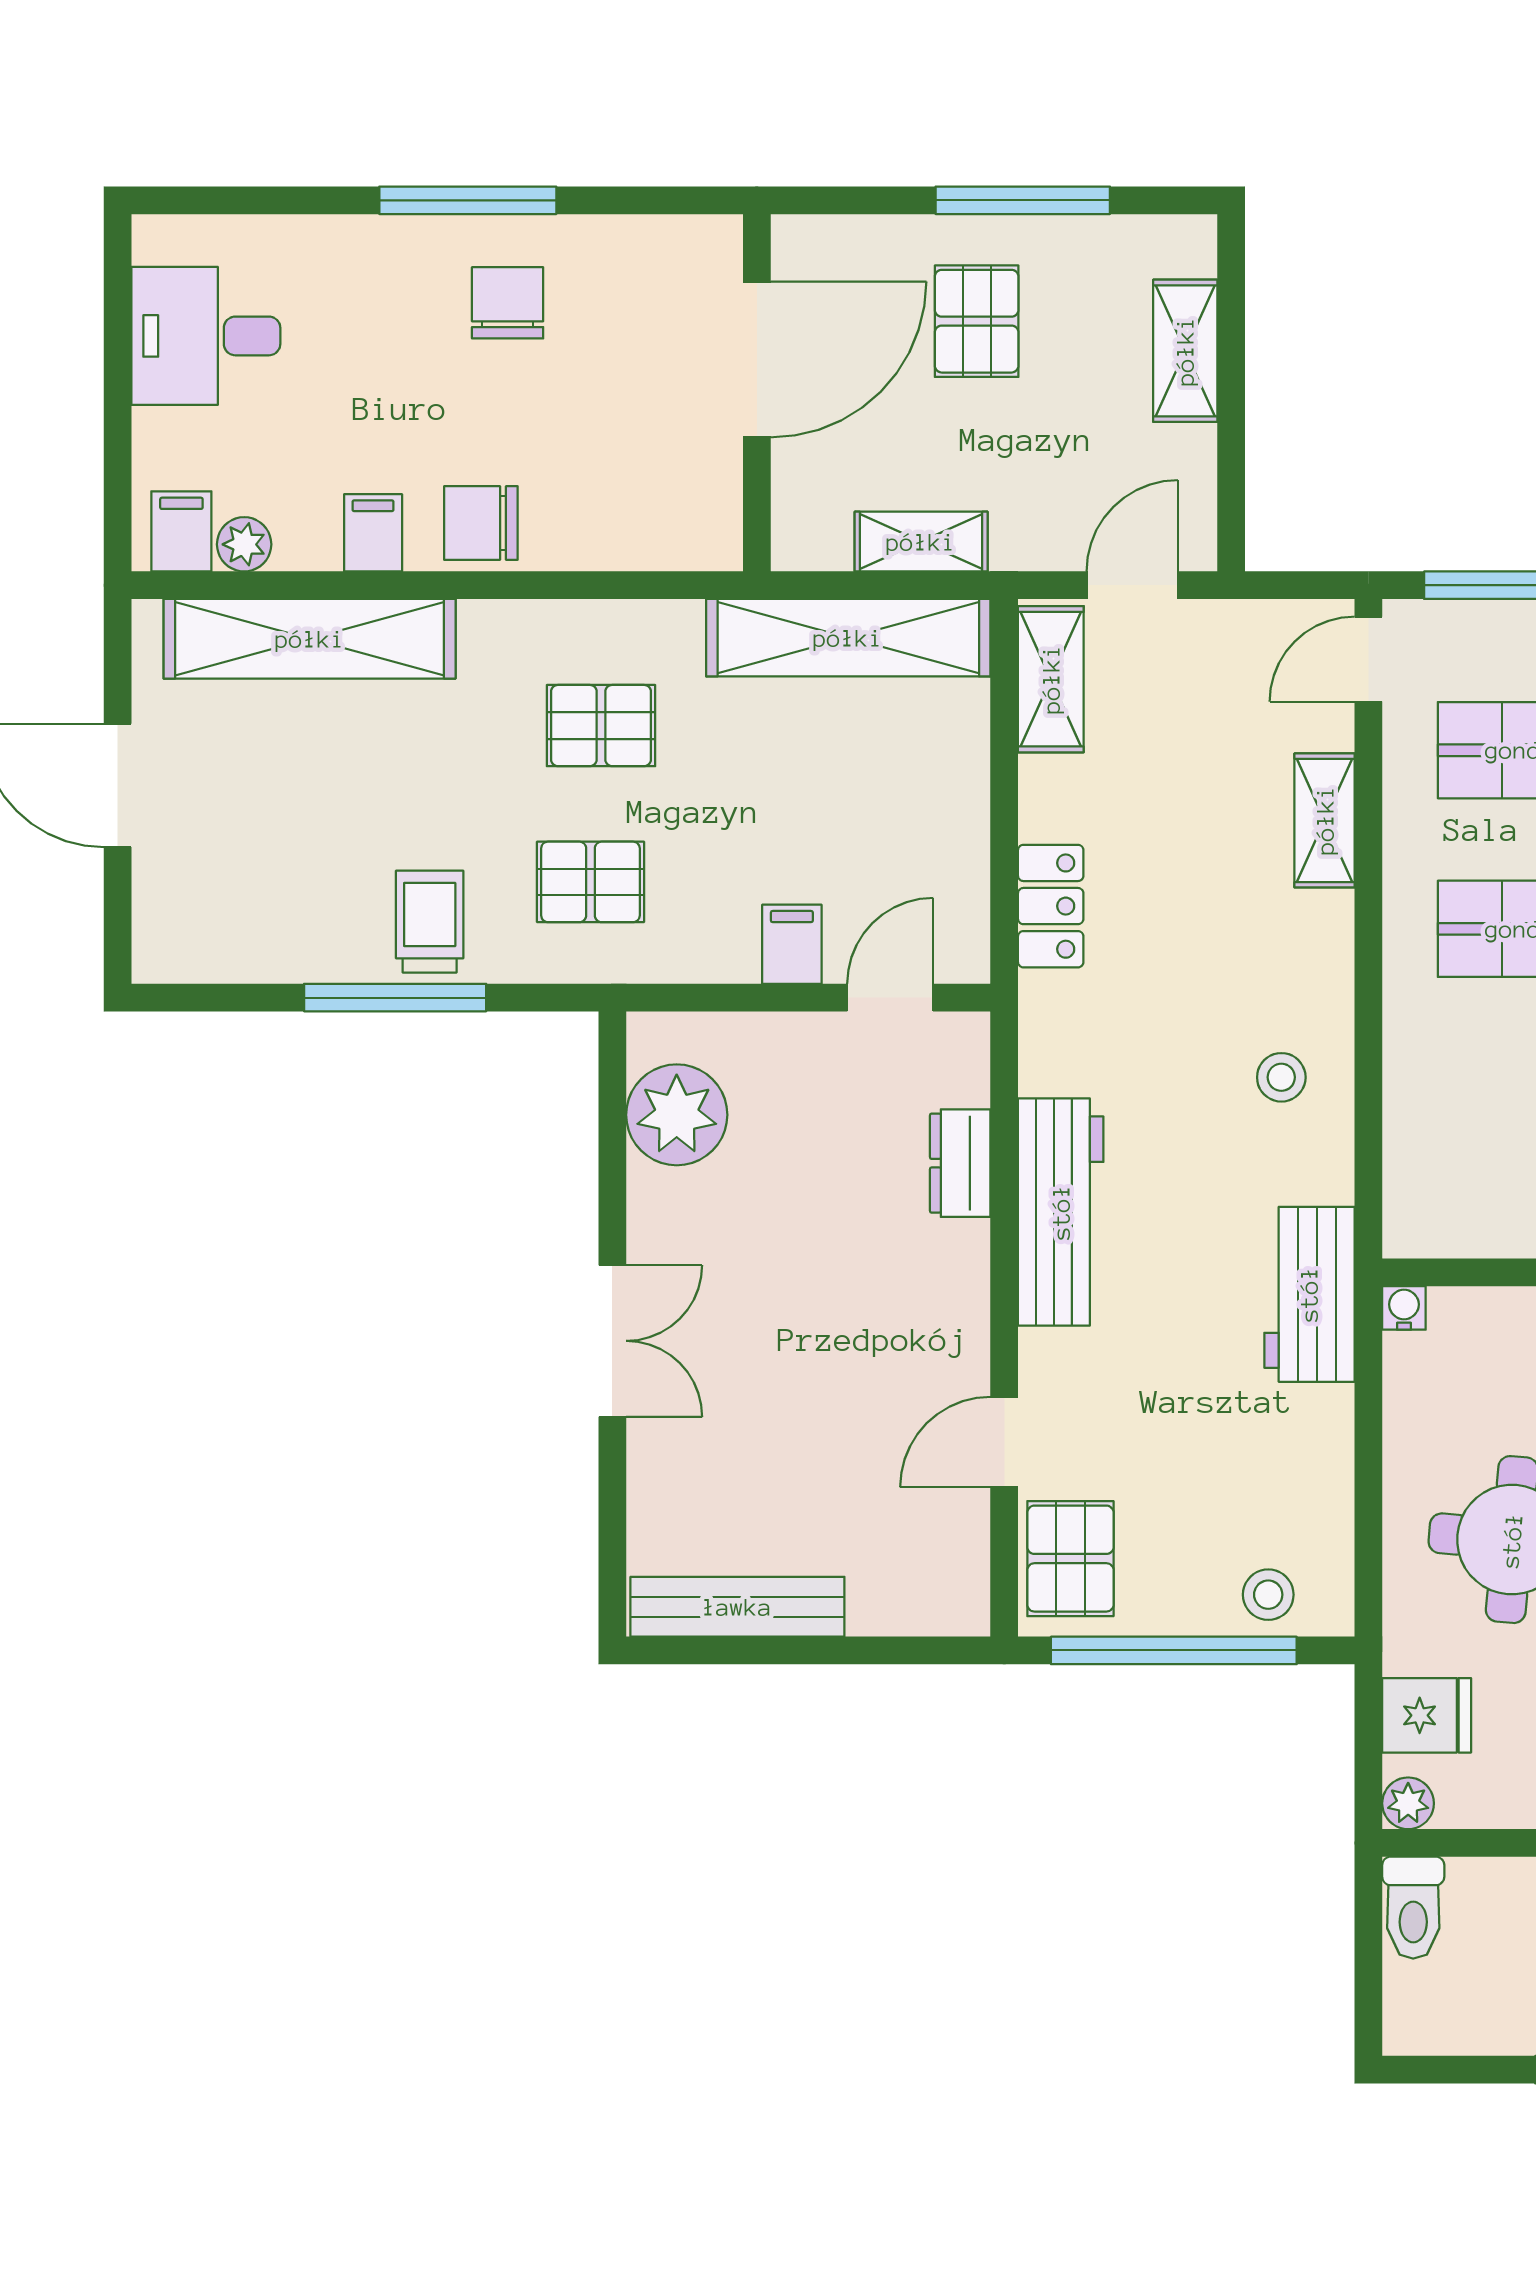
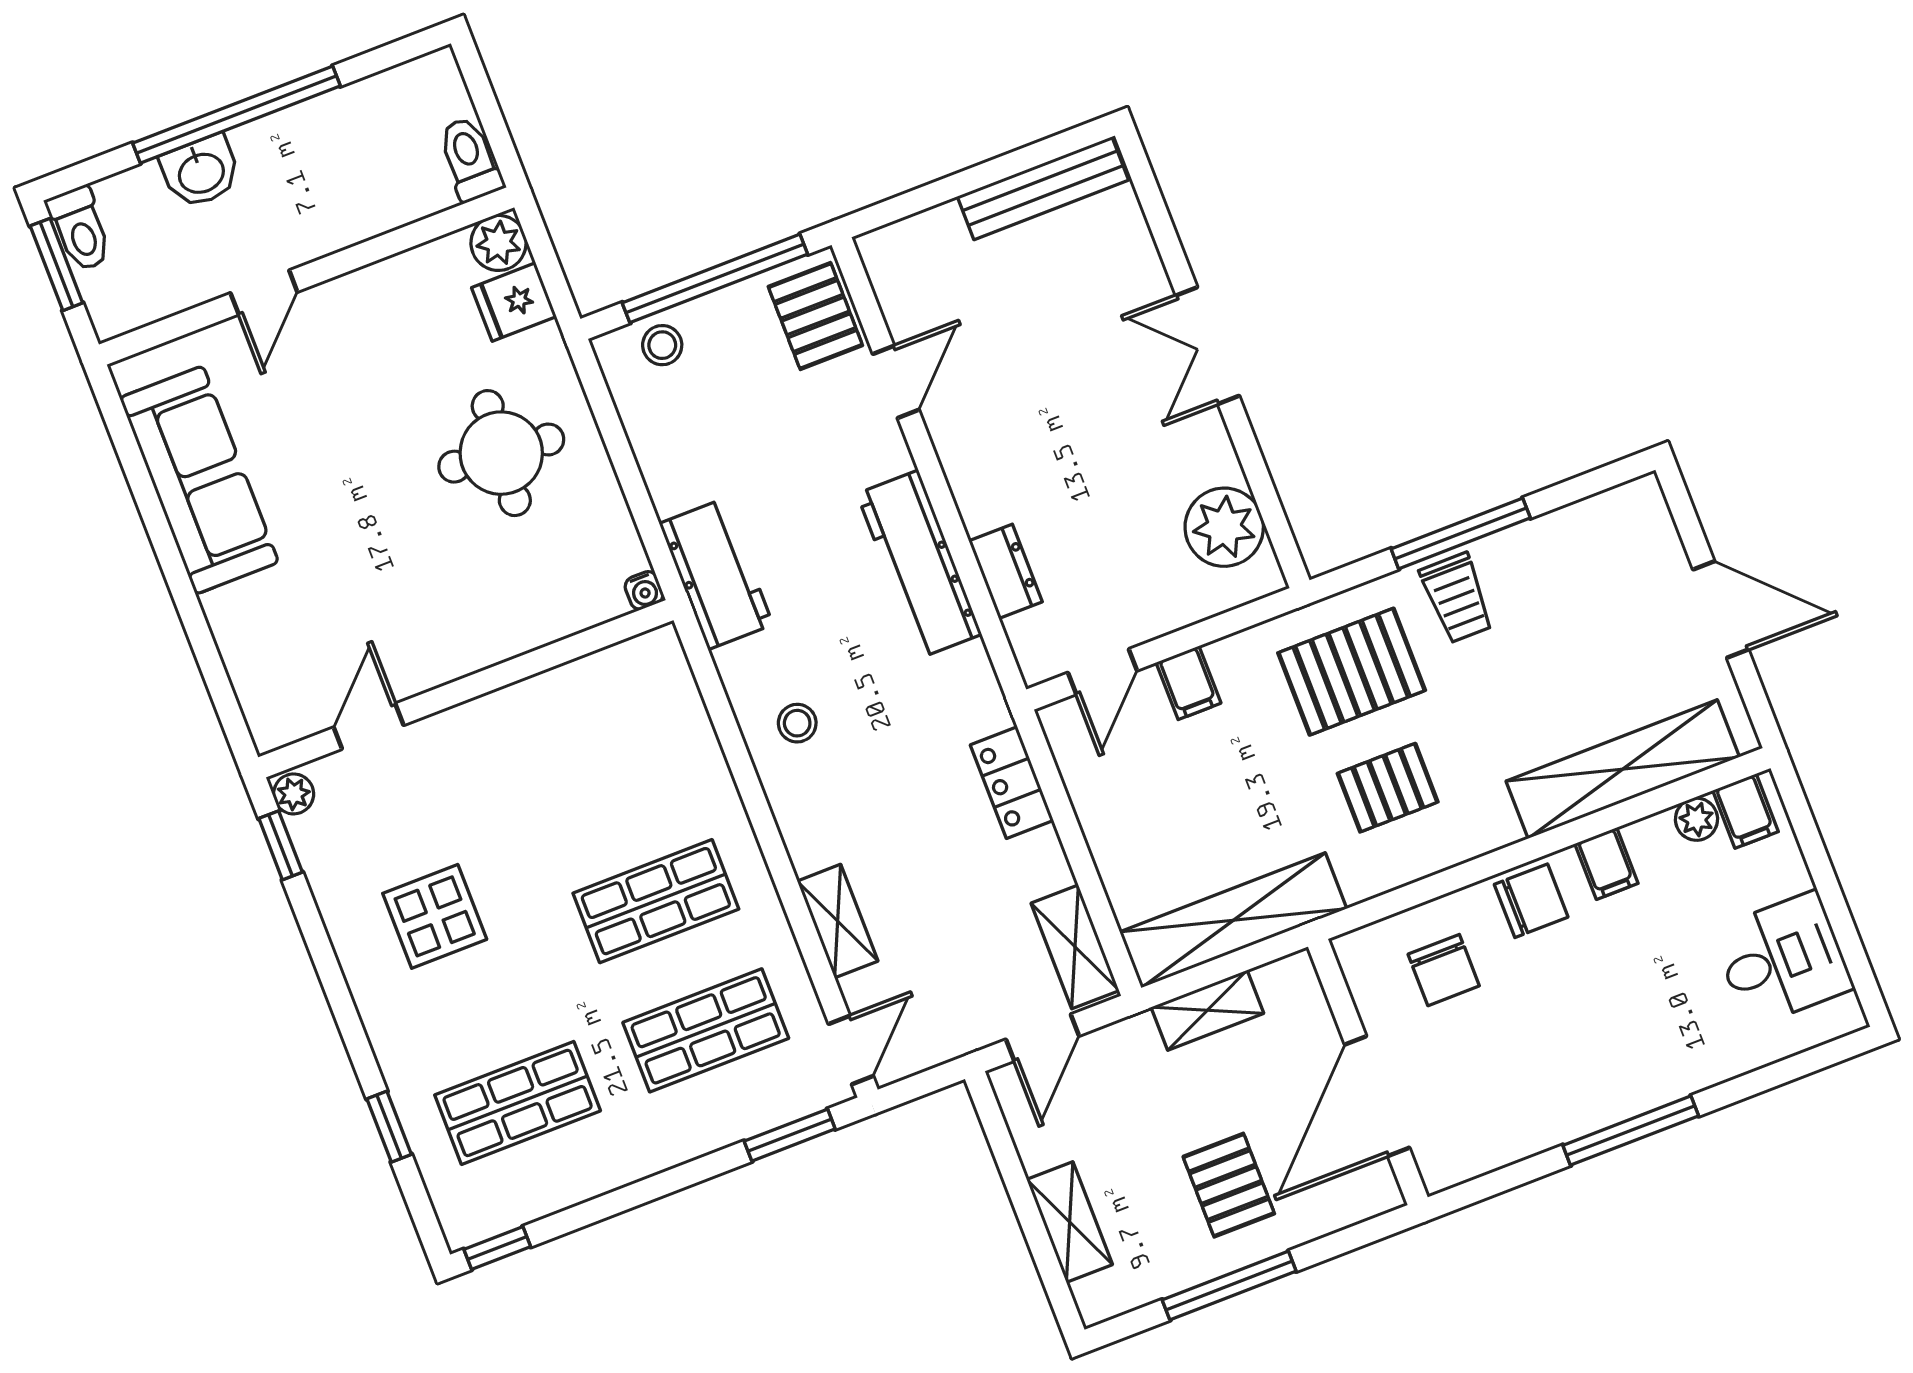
chair: (508, 303) -> (1444, 970), moved
pallet: (590, 882) -> (1352, 672), width x1.50, depth x1.42
plant: (1408, 1803) -> (499, 243), width x1.38, depth x1.38

